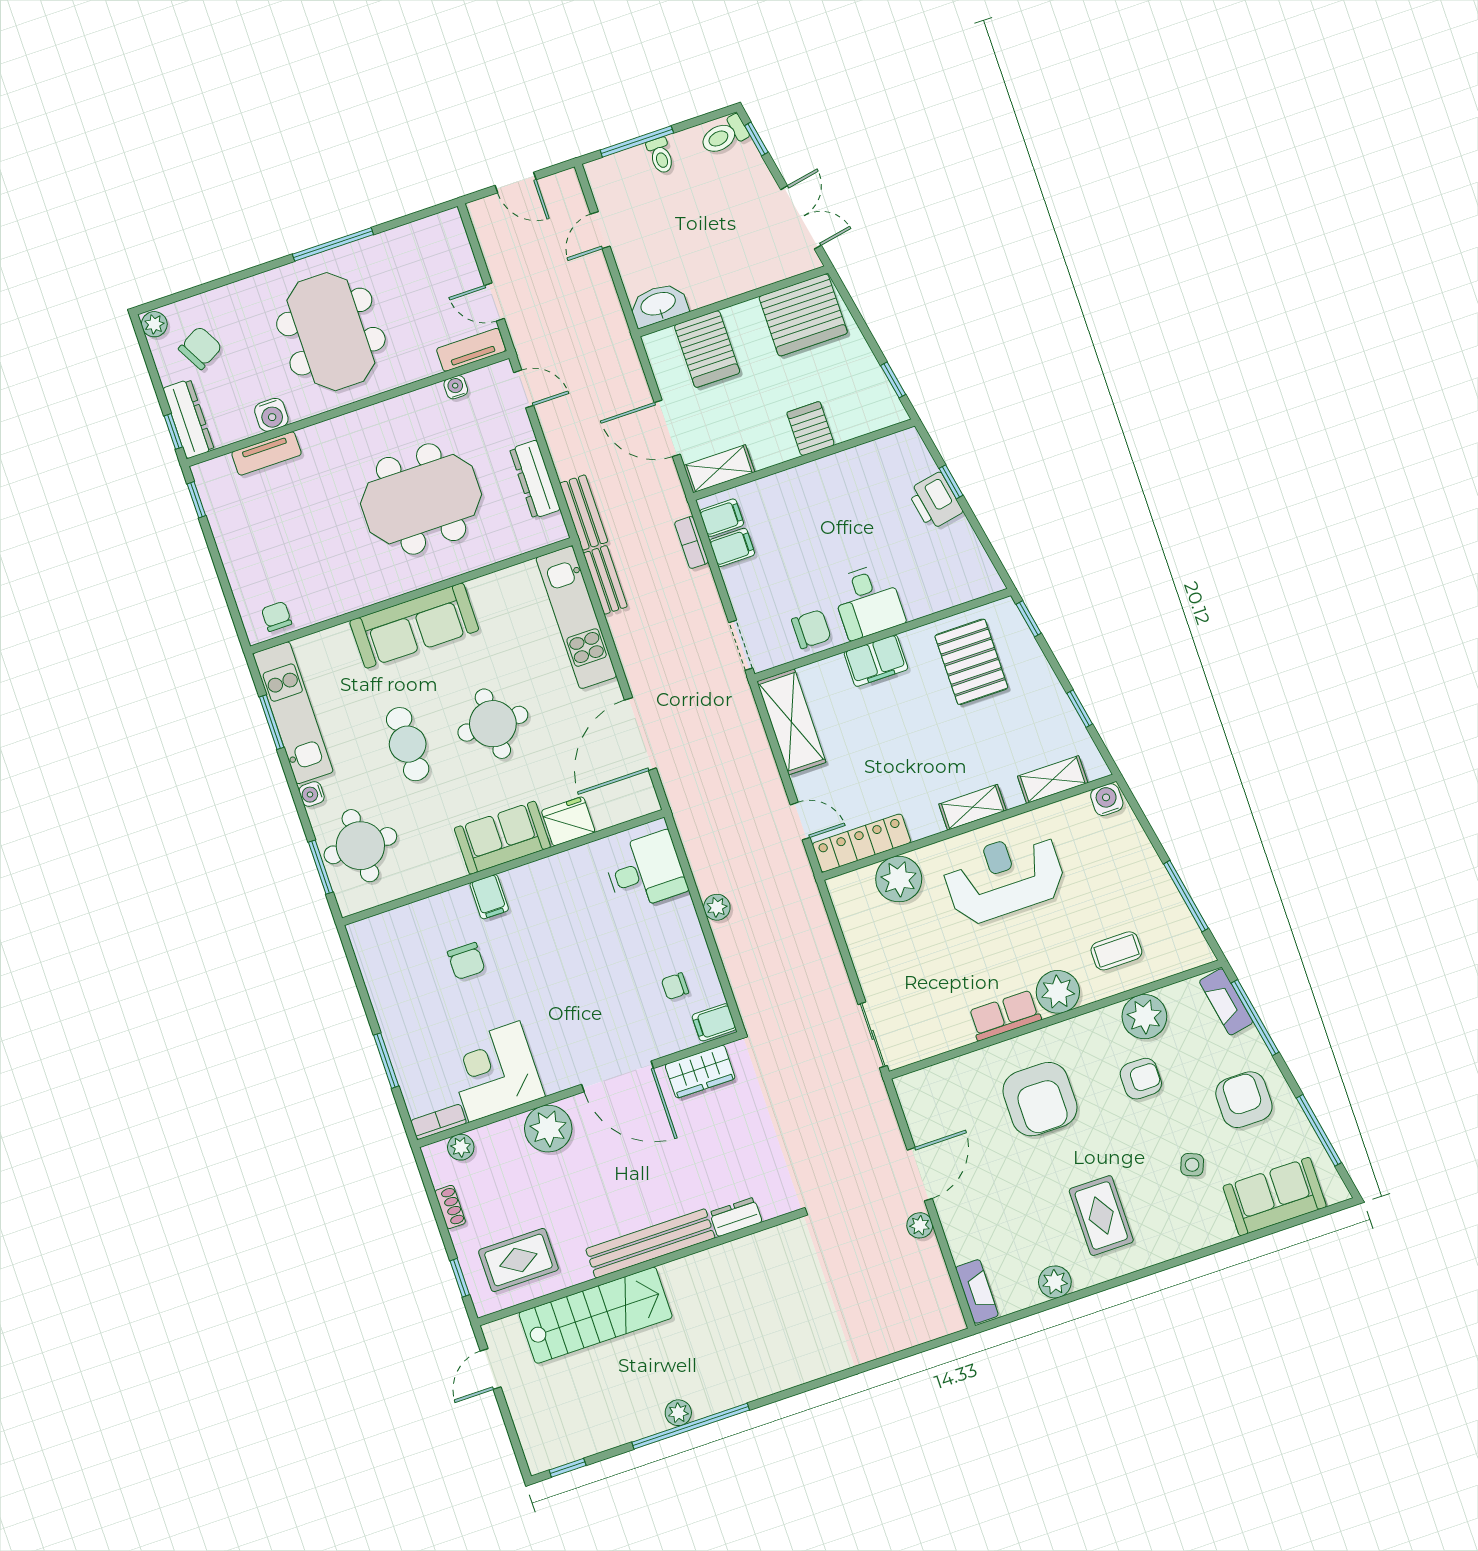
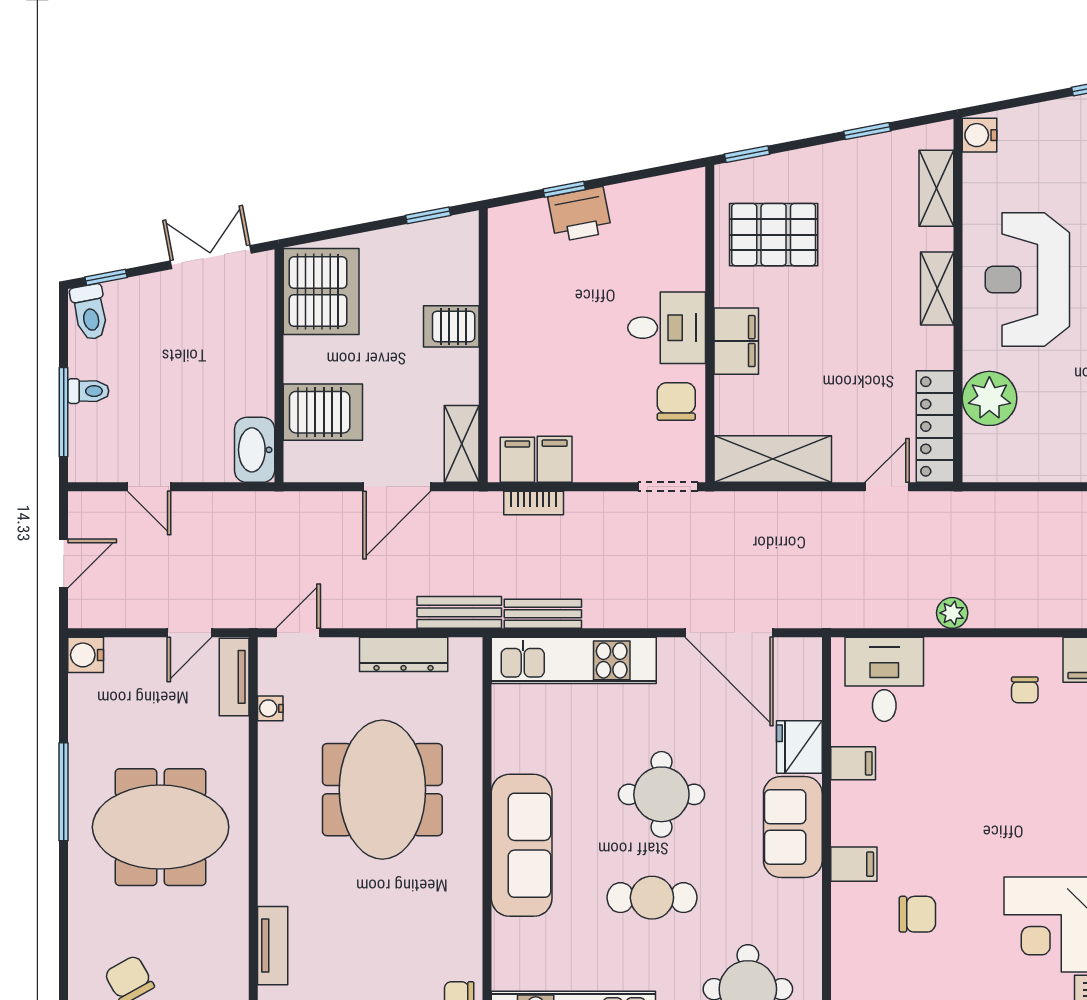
water cooler: (271, 415) -> (86, 655), moved, turned 180
filing cabinet: (570, 869) -> (853, 763), added

